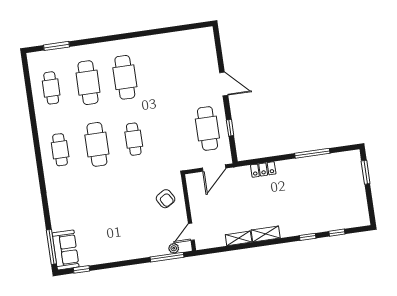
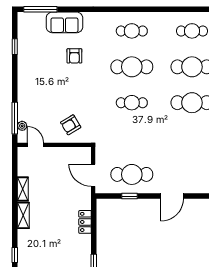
armchair: (94, 205) -> (74, 56), added
sofa: (66, 250) -> (64, 22), moved
window: (81, 269) -> (15, 47), moved

